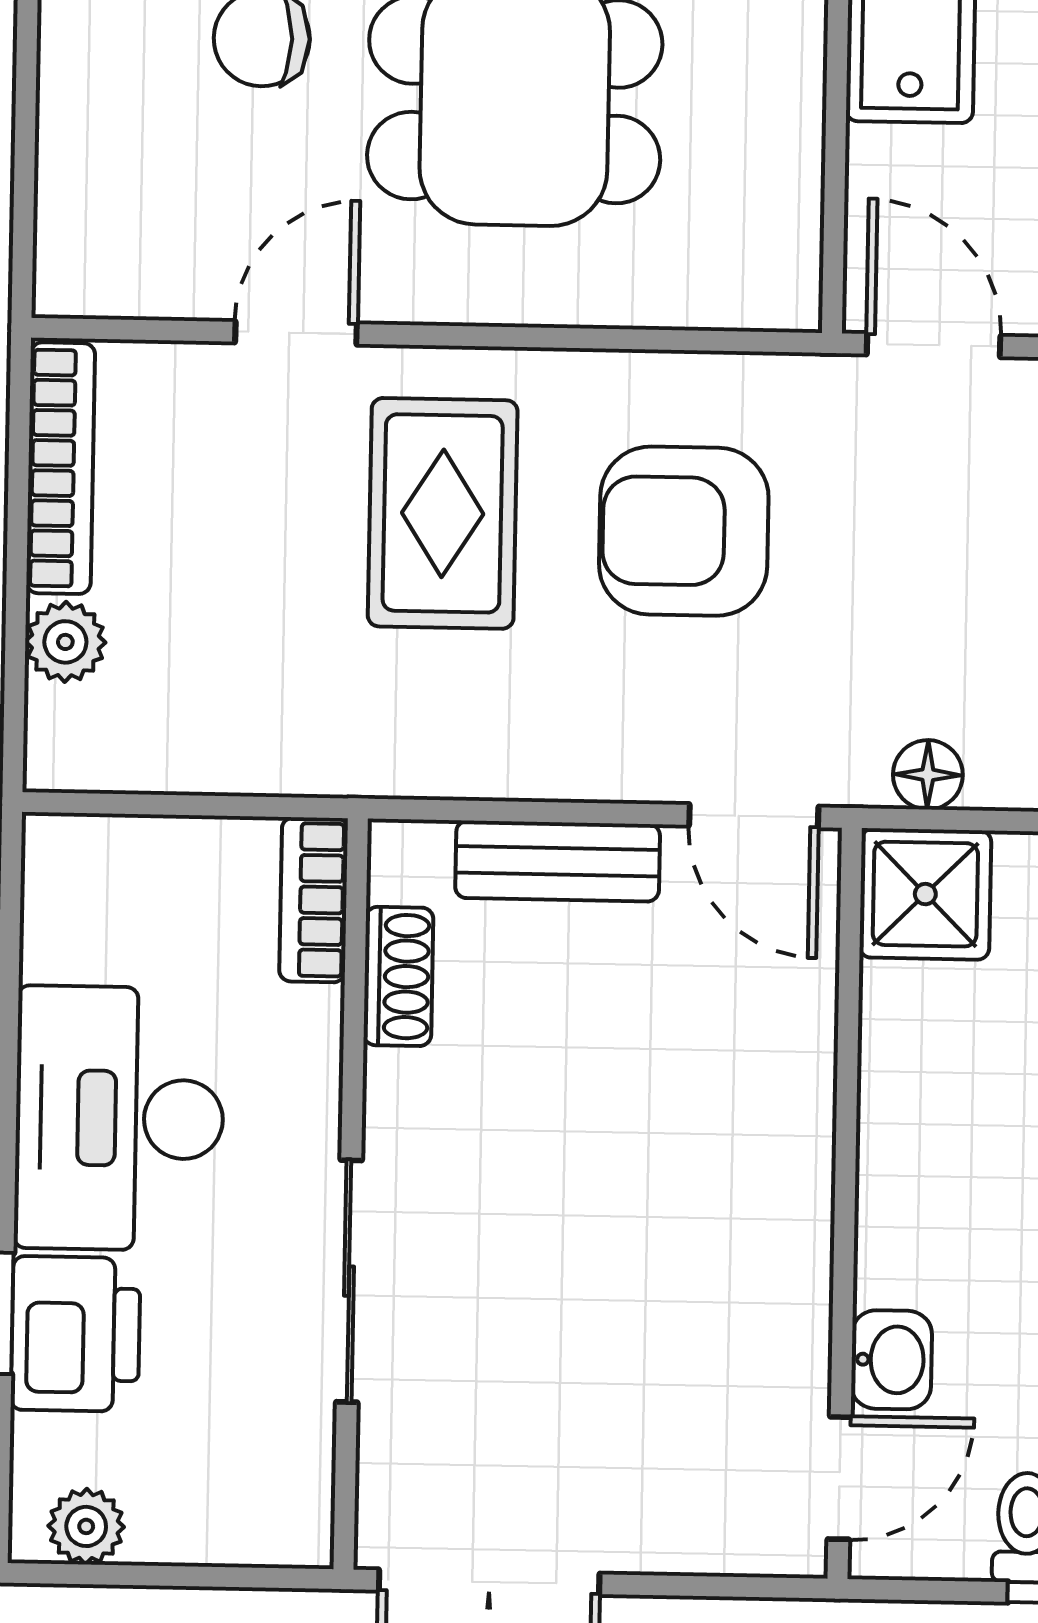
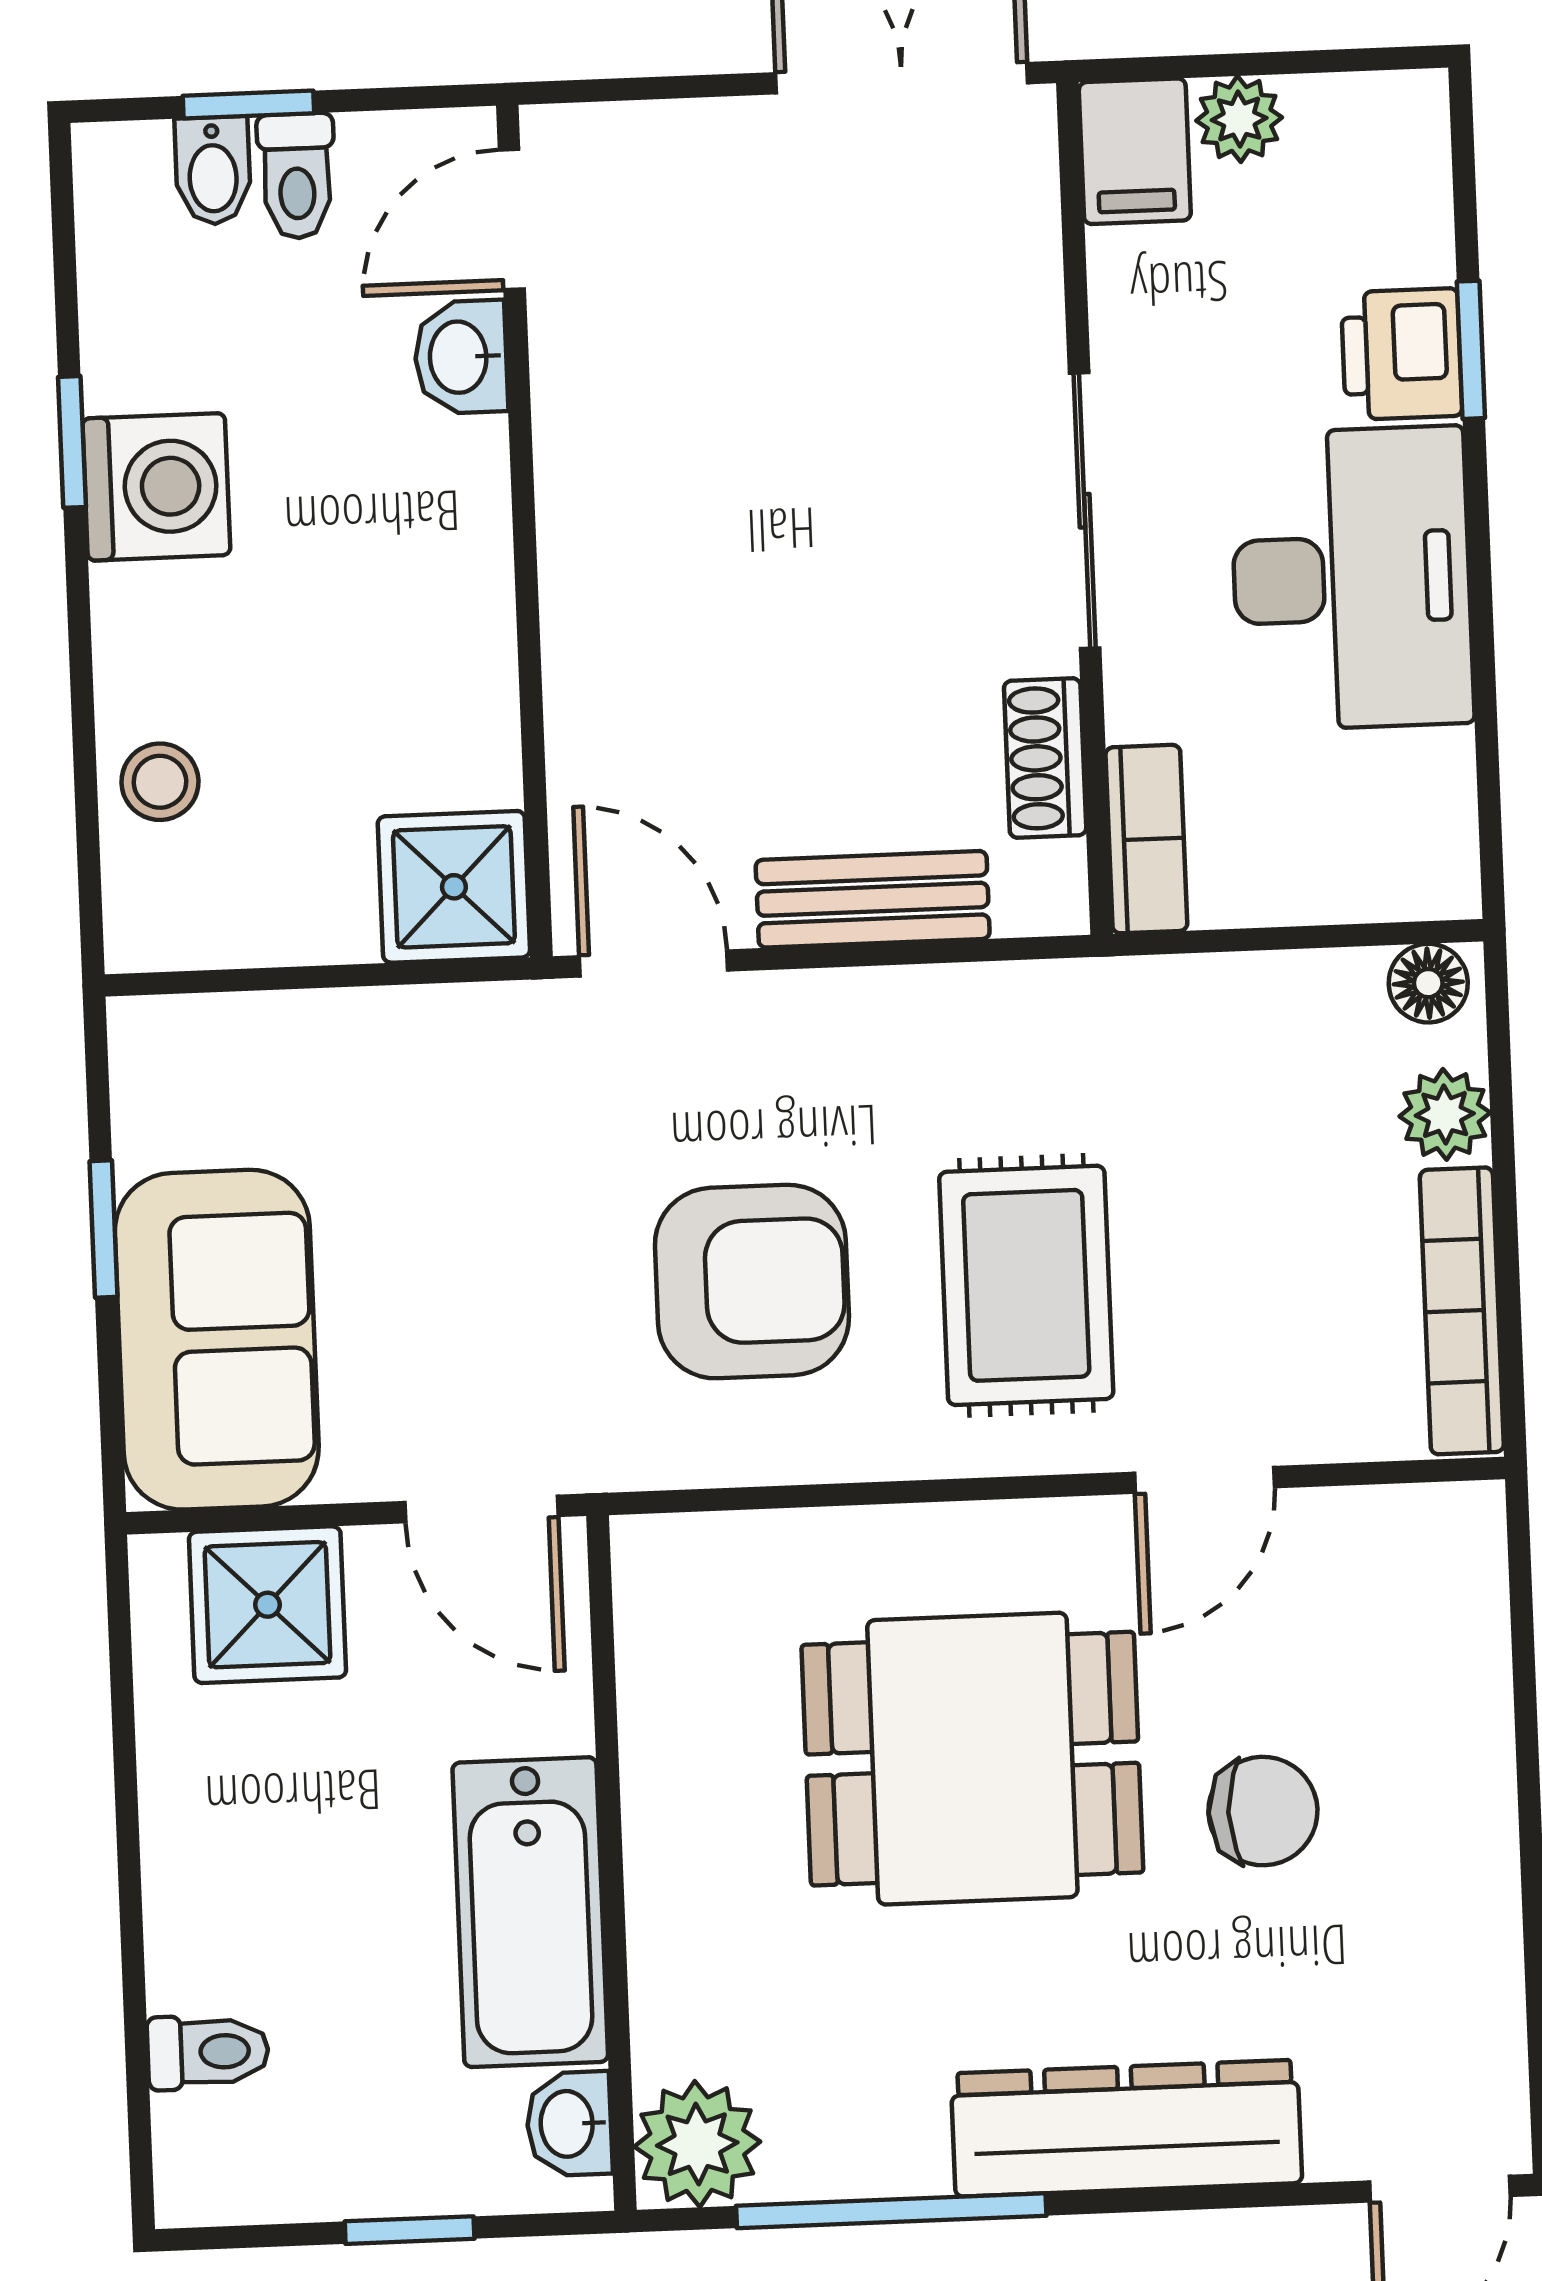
floor lamp: (928, 775) -> (1428, 983), moved
sliding door: (349, 1281) -> (1085, 511), moved
printer: (76, 1334) -> (1402, 354), width x0.73, depth x0.81
filing cabinet: (288, 1506) -> (1135, 151), added
plant: (86, 1526) -> (1239, 119), moved

